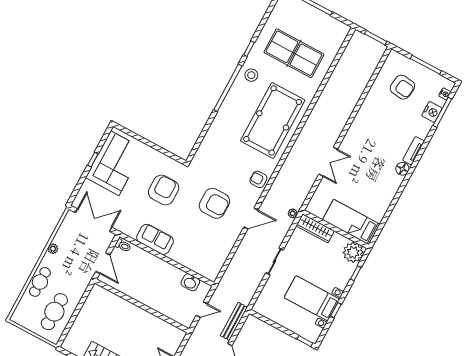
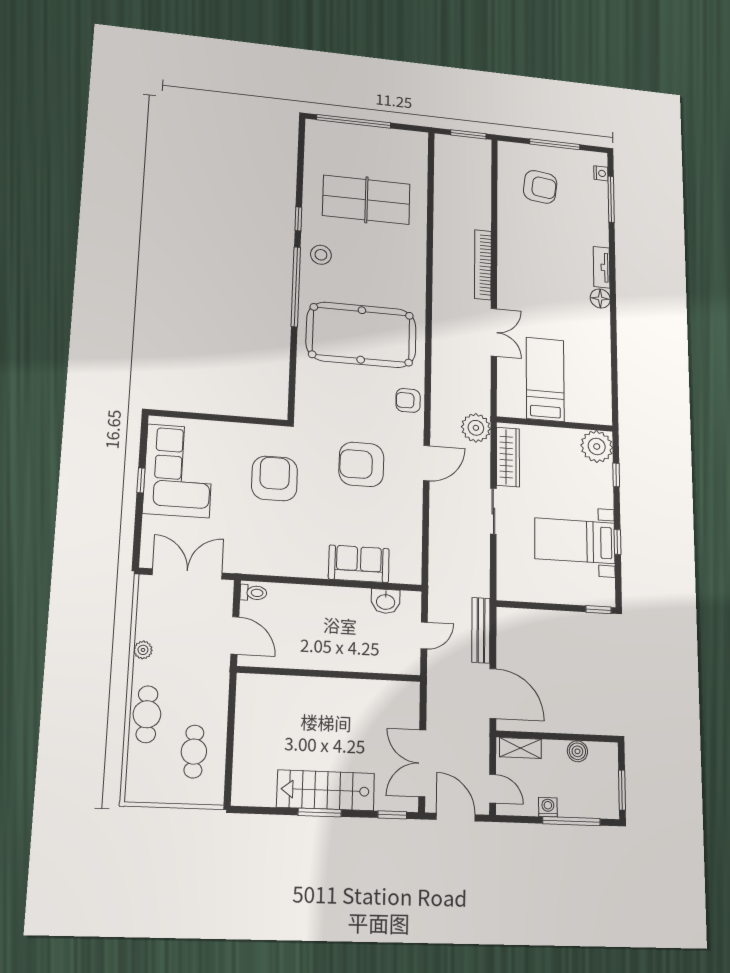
nightstand: (432, 112) -> (597, 204), removed
pool table: (273, 120) -> (361, 335), moved, turned 90
bookcase: (343, 120) -> (483, 265), added
armchair: (214, 203) -> (361, 464), turned 180
plant: (293, 213) -> (476, 428), width x1.88, depth x1.88
bed: (351, 222) -> (545, 379), moved, turned 90
wardrobe: (315, 228) -> (508, 457), moved, turned -90
sofa: (155, 239) -> (359, 564), moved
cafe table: (54, 312) -> (194, 752), width x0.73, depth x0.74

